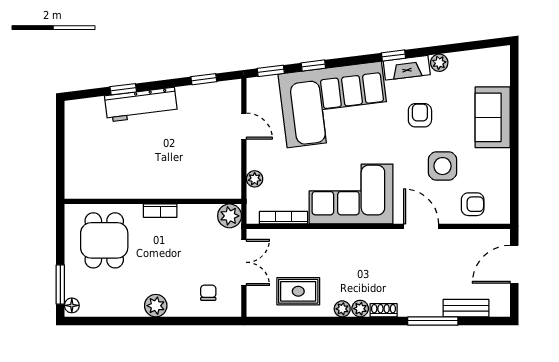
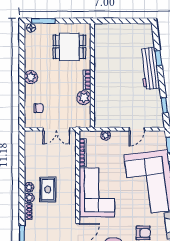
plant: (230, 216) -> (84, 98), moved
rug: (298, 291) -> (48, 190), moved

